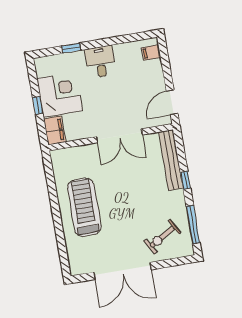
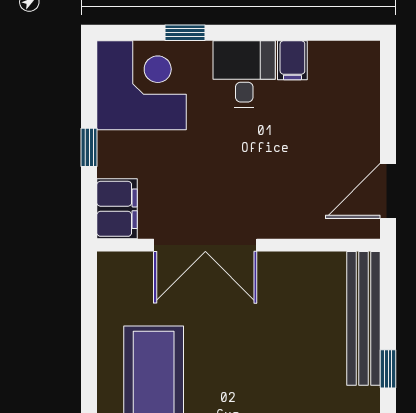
filing cabinet: (151, 53) -> (292, 60), moved, turned -90
corner desk: (60, 95) -> (142, 85), moved
double door: (119, 136) -> (205, 245), moved

